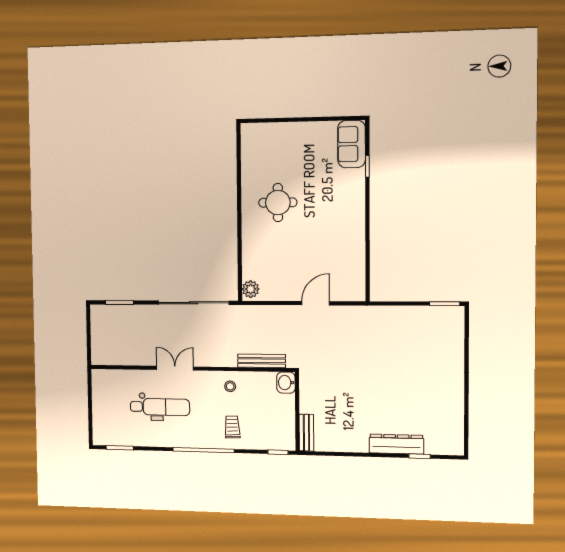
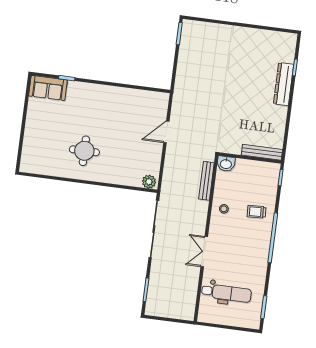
door: (316, 303) -> (166, 132), hinge flipped
dental chair: (160, 407) -> (226, 293), moved, turned 90
bench: (306, 433) -> (262, 152), width x1.36

